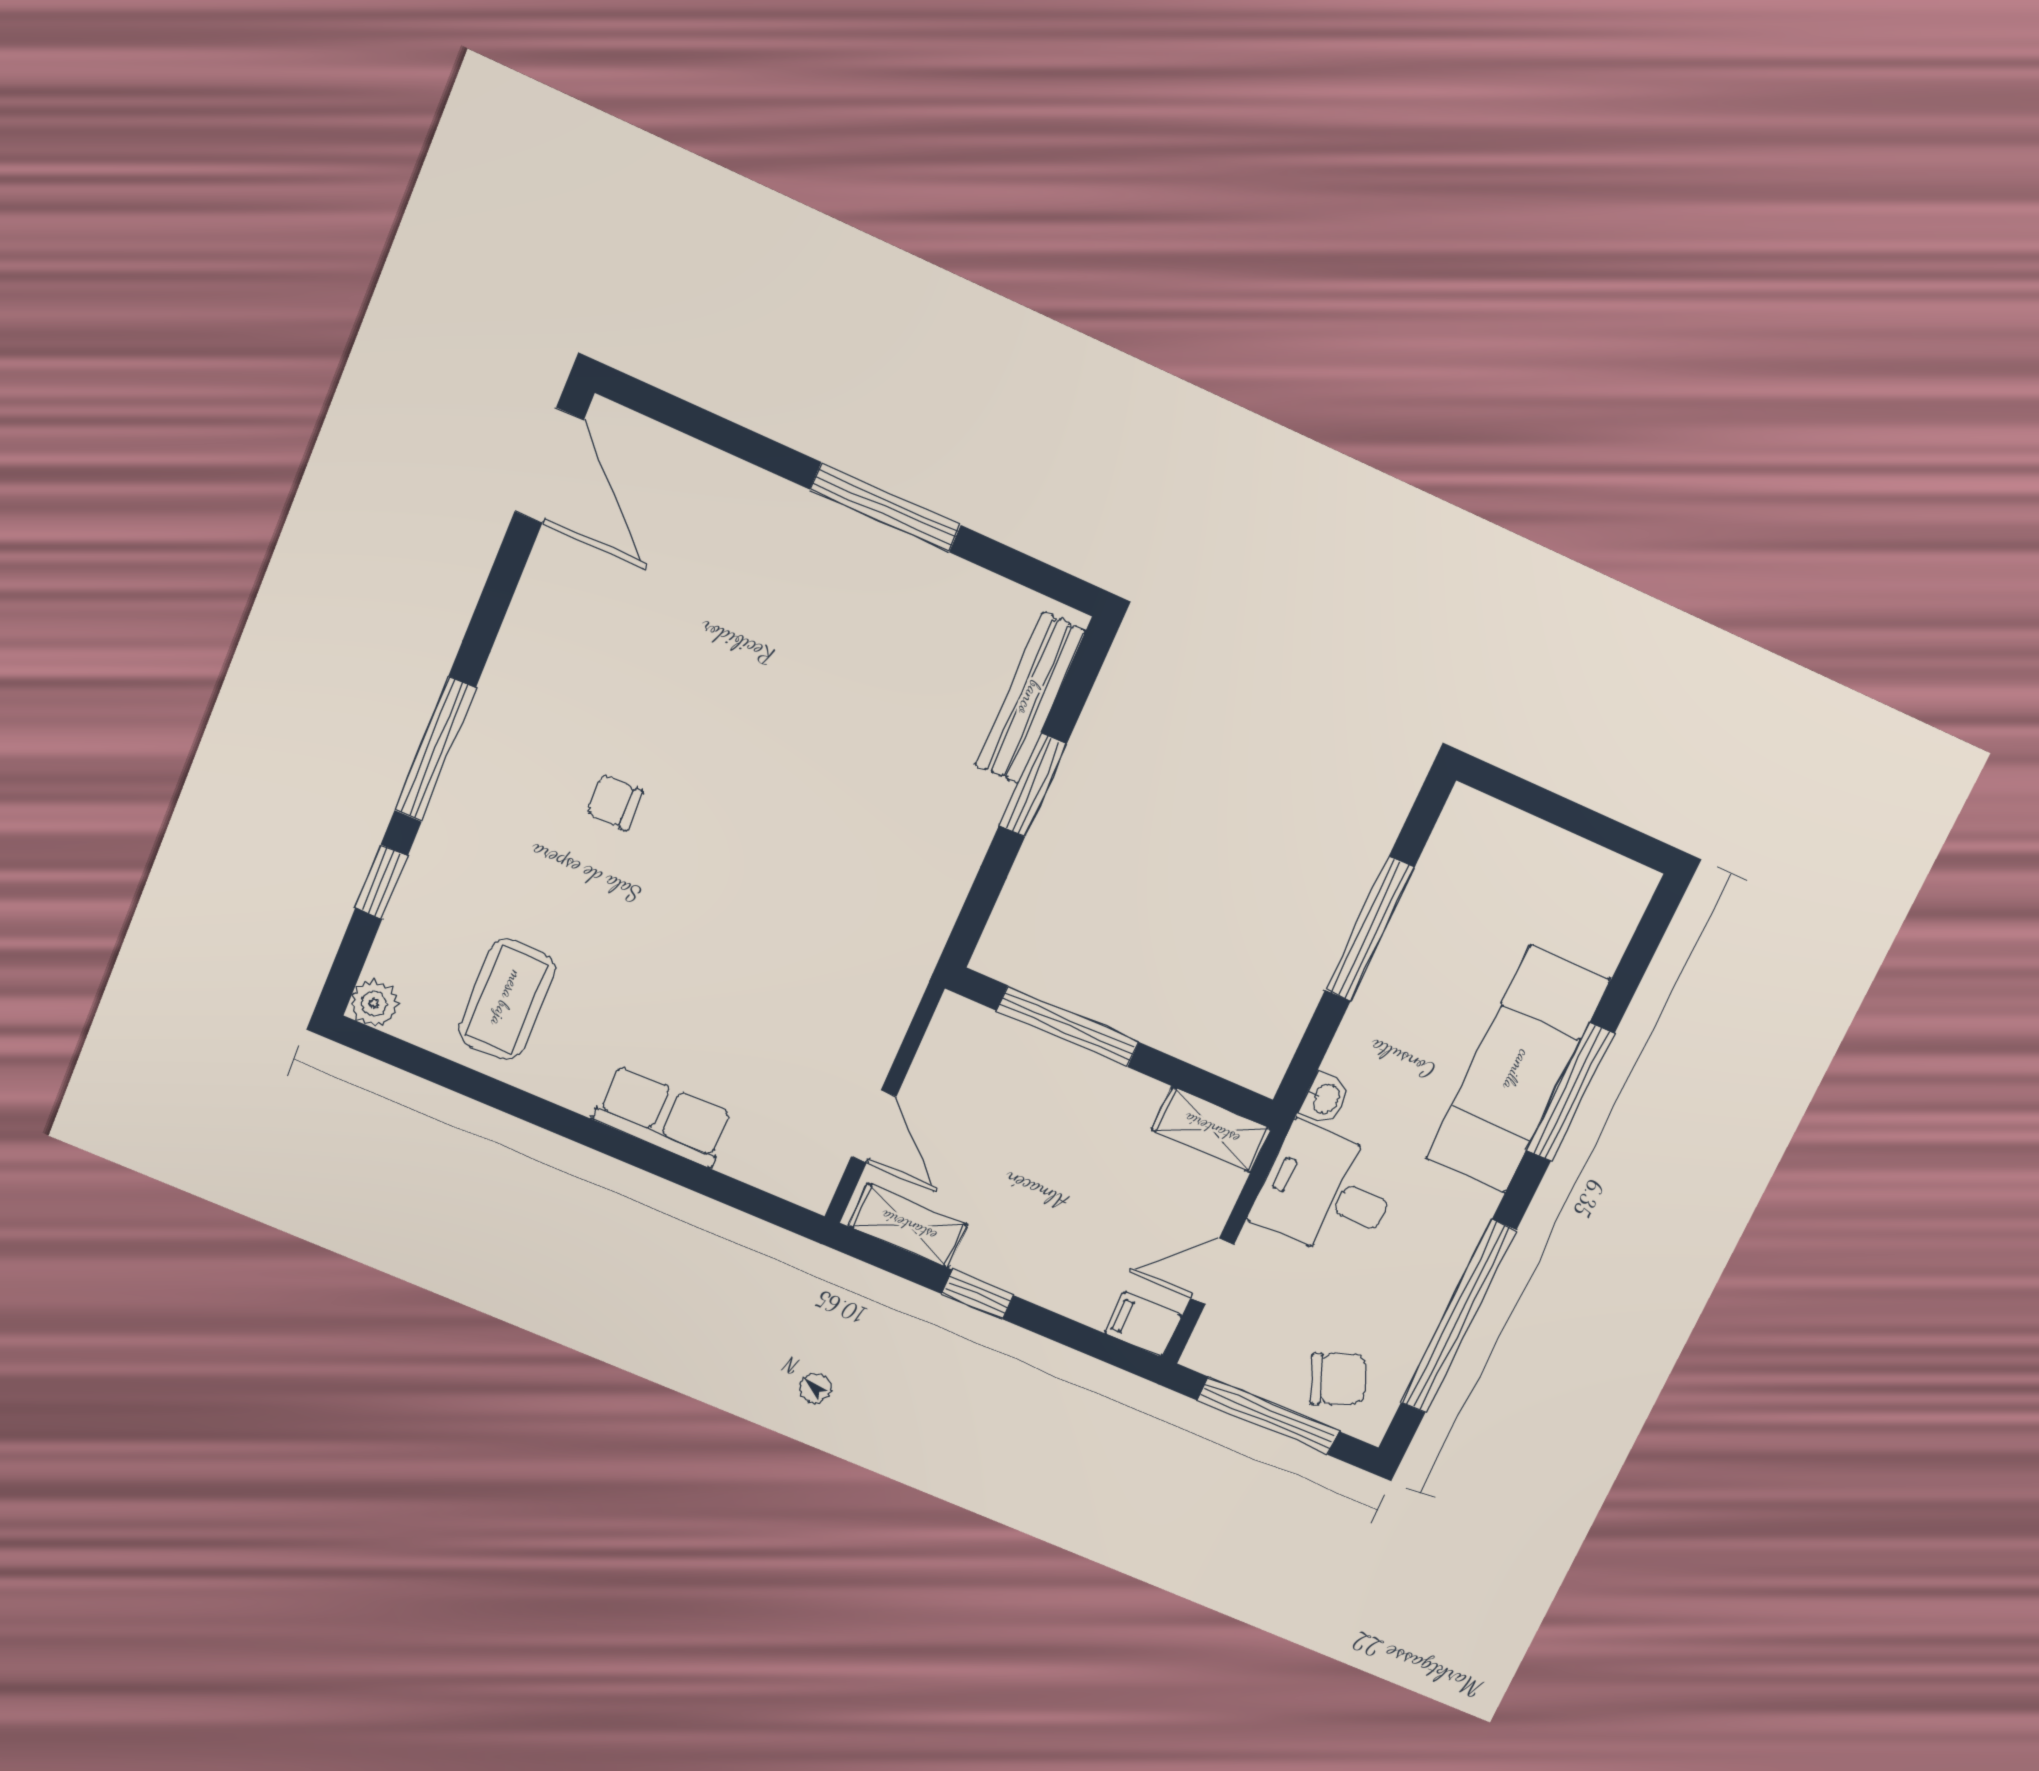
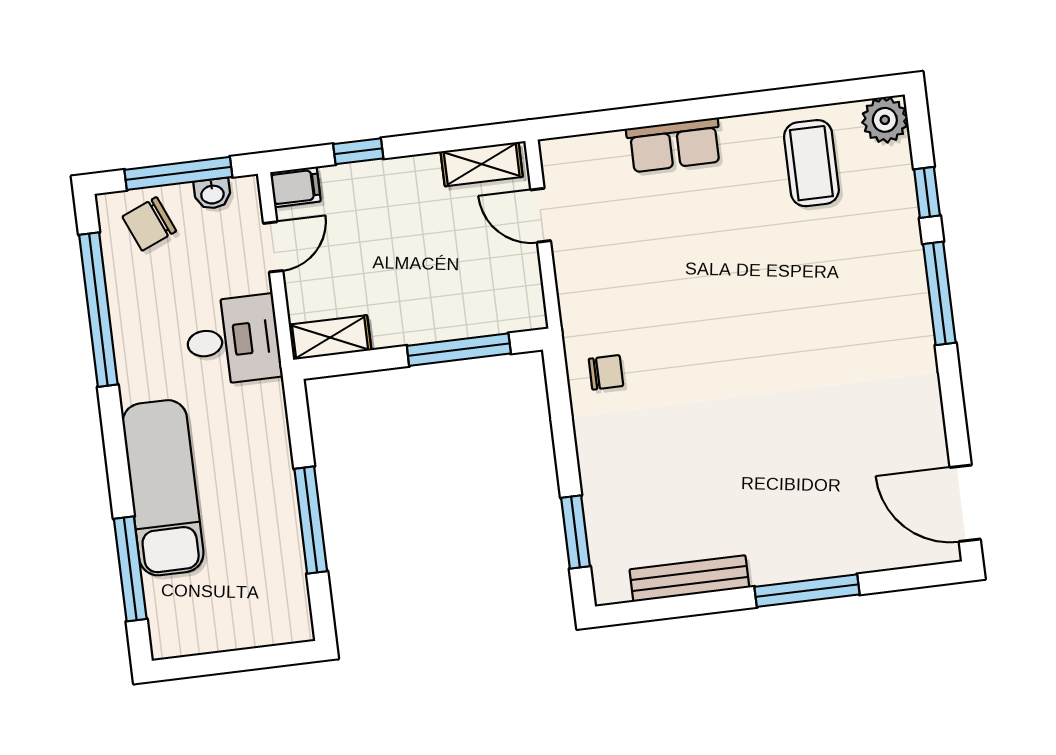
window: (885, 507) -> (807, 591), moved
bench: (1030, 698) -> (689, 578), moved, turned 90
window: (1033, 785) -> (576, 532), moved
chair: (614, 802) -> (606, 372), moved
plant: (374, 1004) -> (885, 120), width x1.38, depth x1.38
window: (1570, 1092) -> (130, 569), moved
washbasin: (1325, 1099) -> (212, 194), moved, turned -90
window: (978, 1295) -> (358, 151), moved

